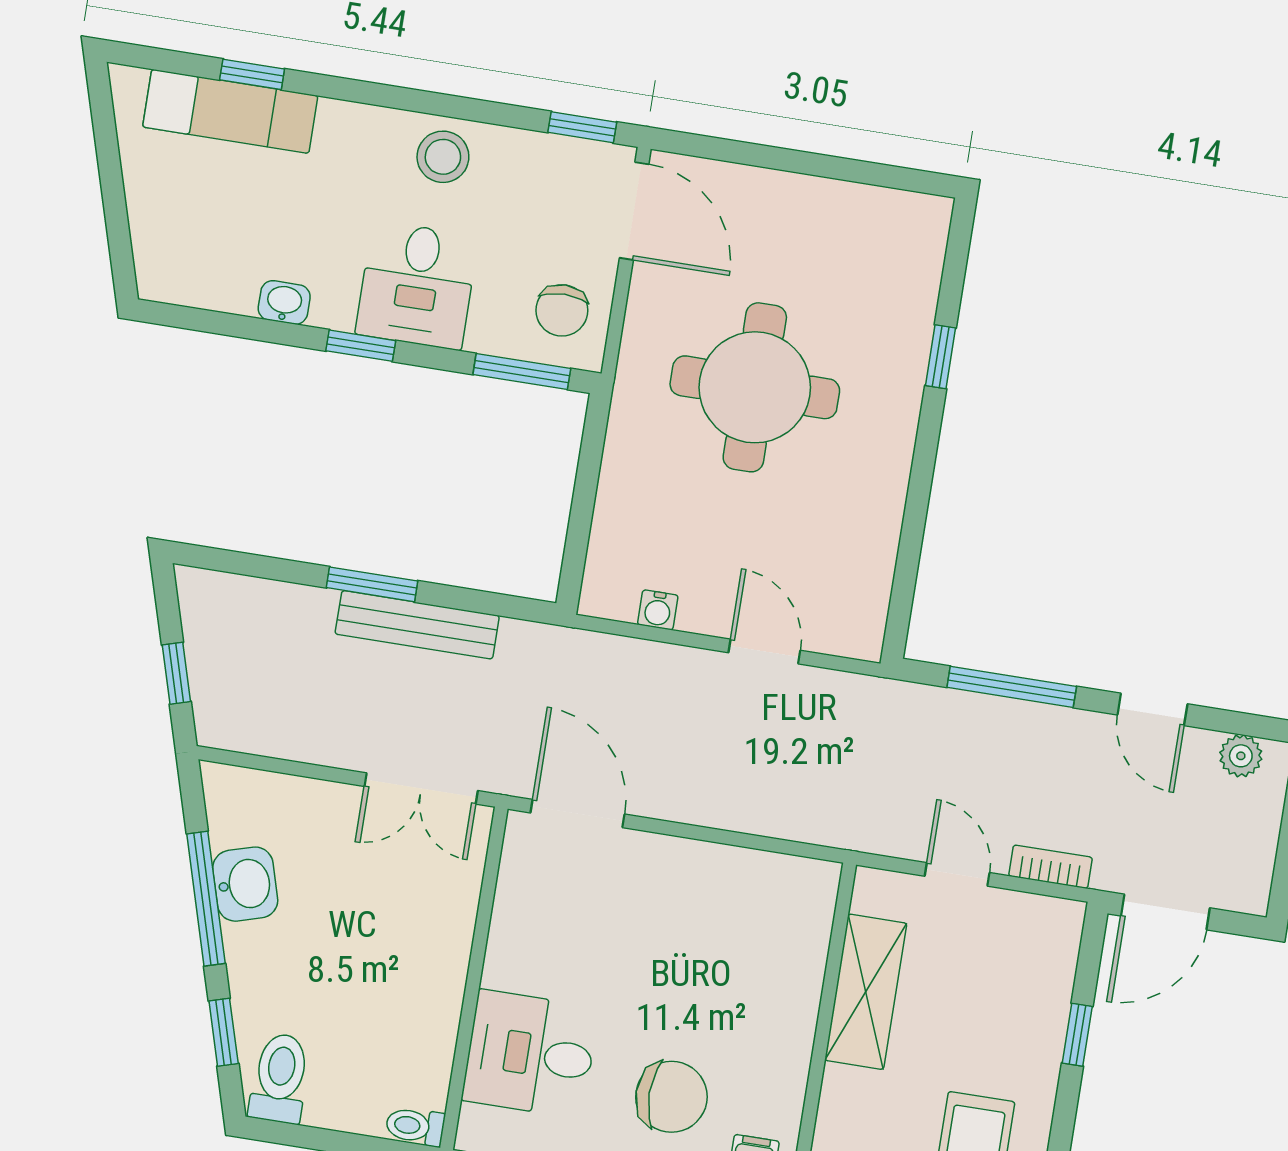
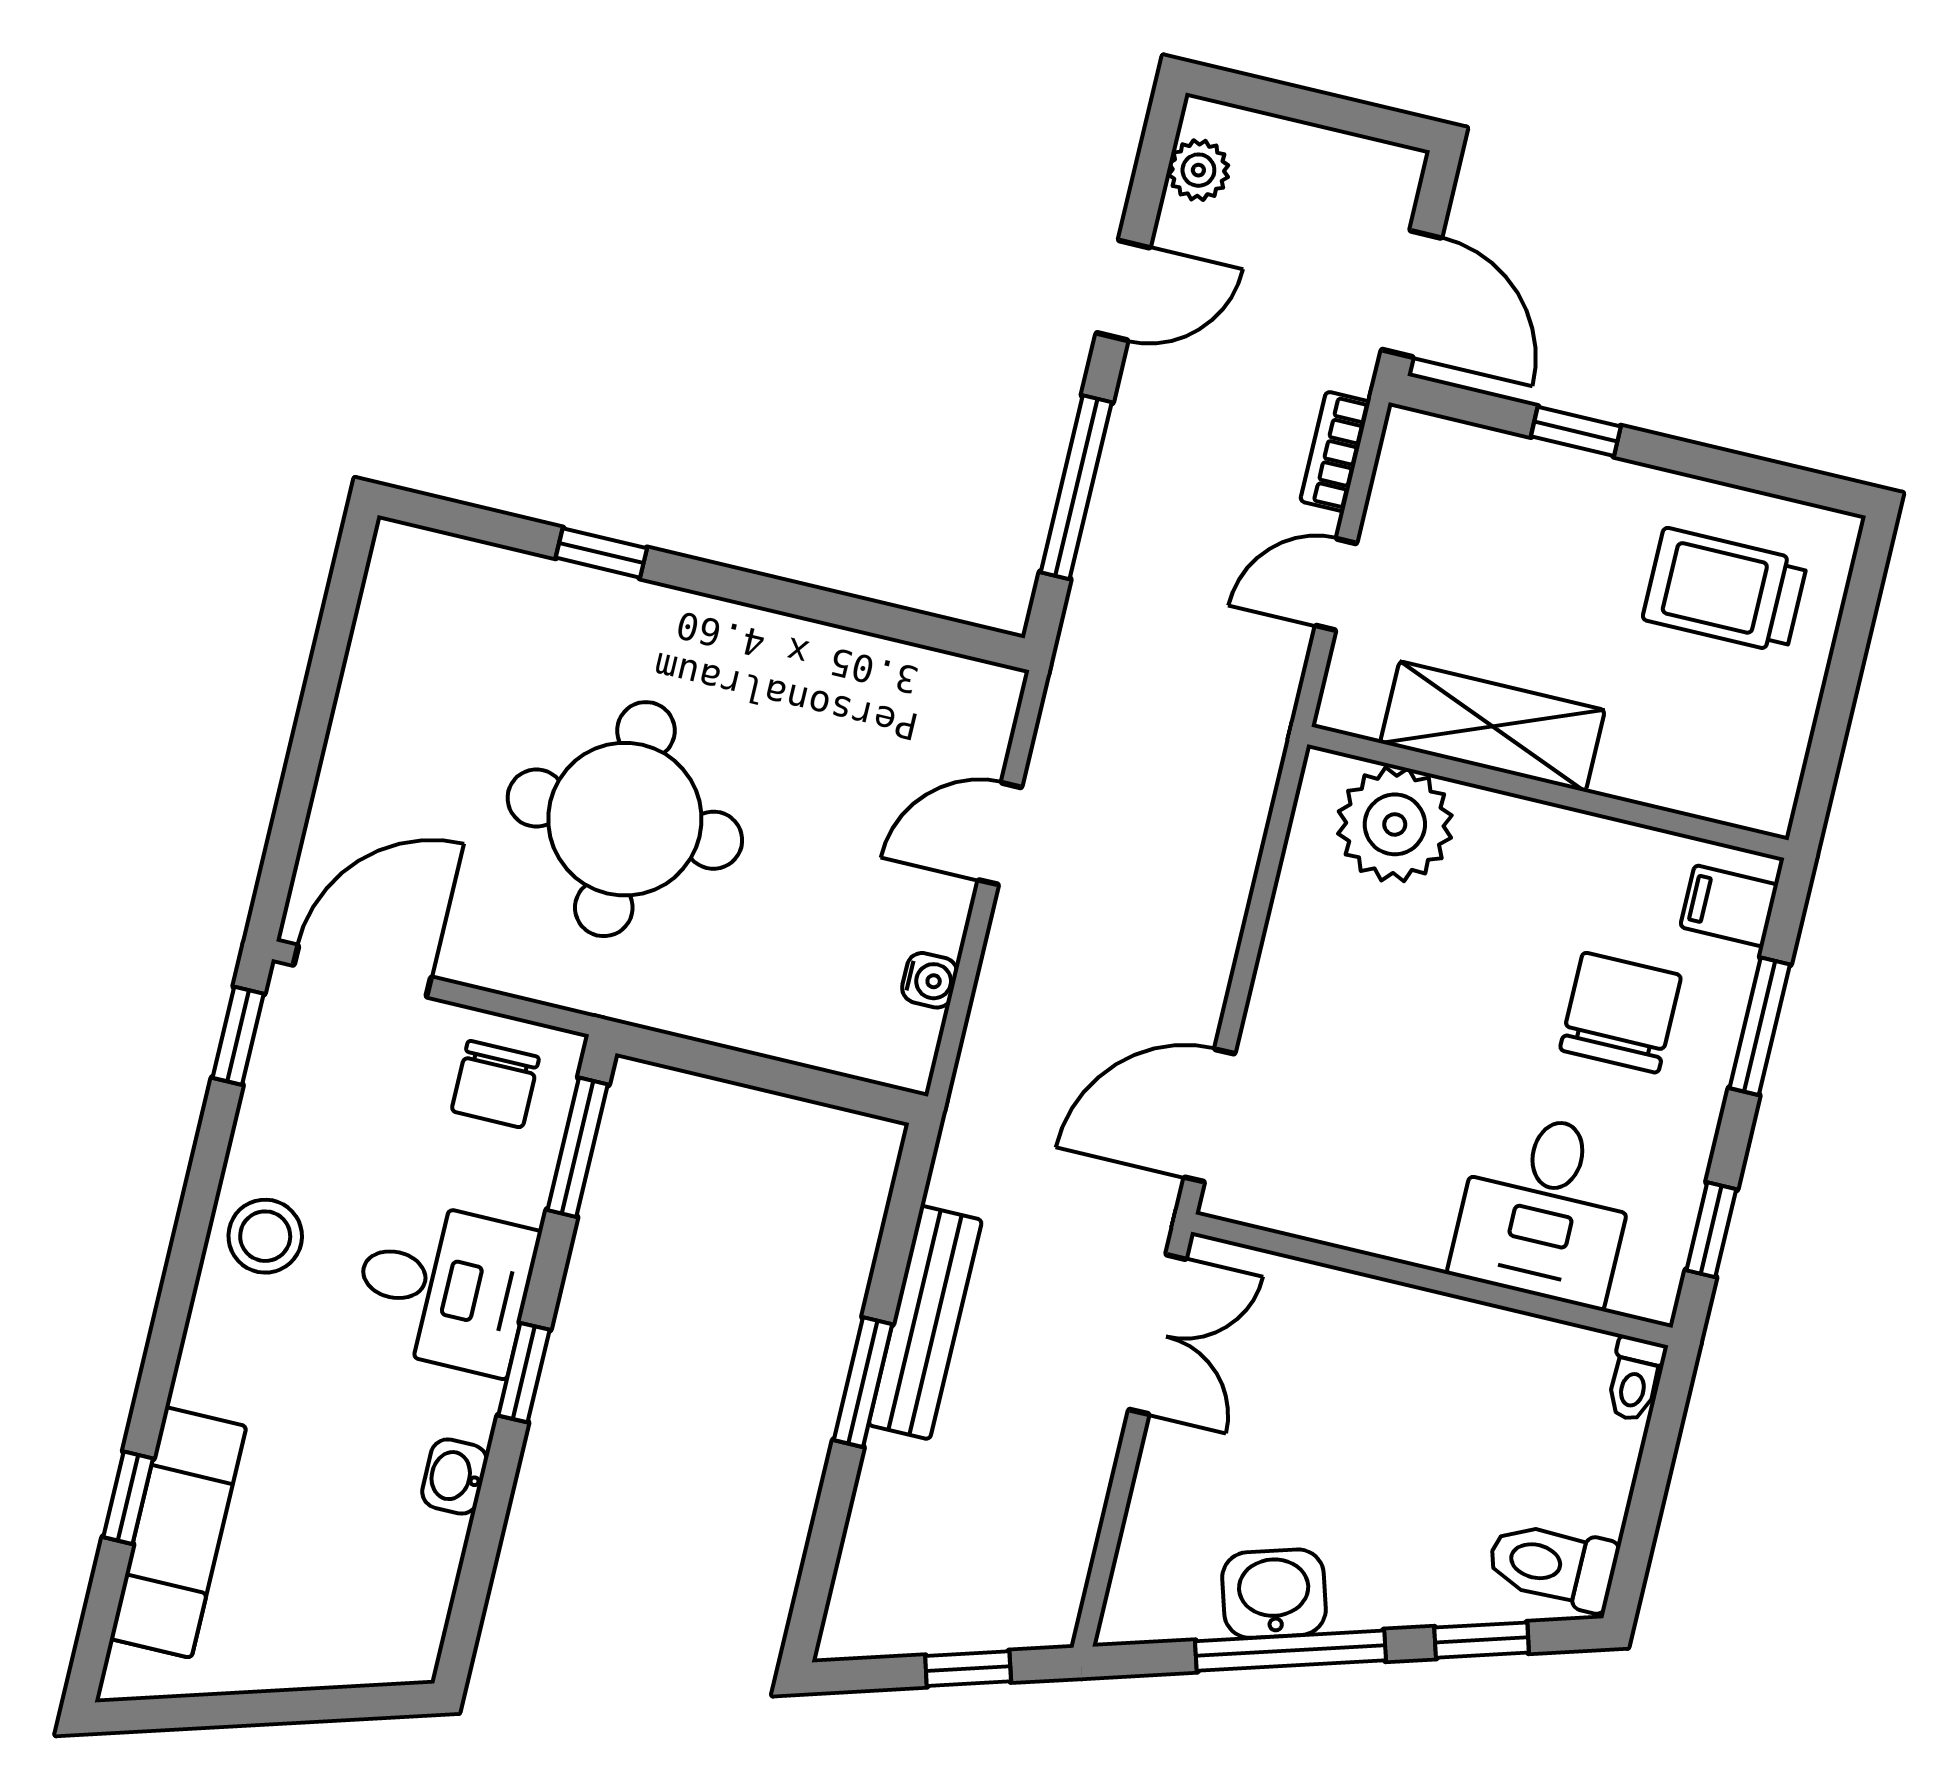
chair: (562, 310) -> (495, 1084), turned 90
plant: (792, 928) -> (1395, 824), added

